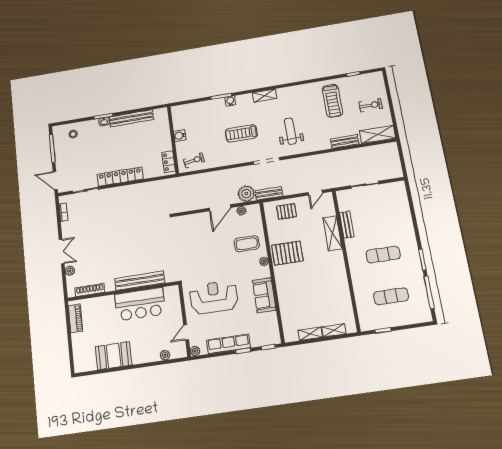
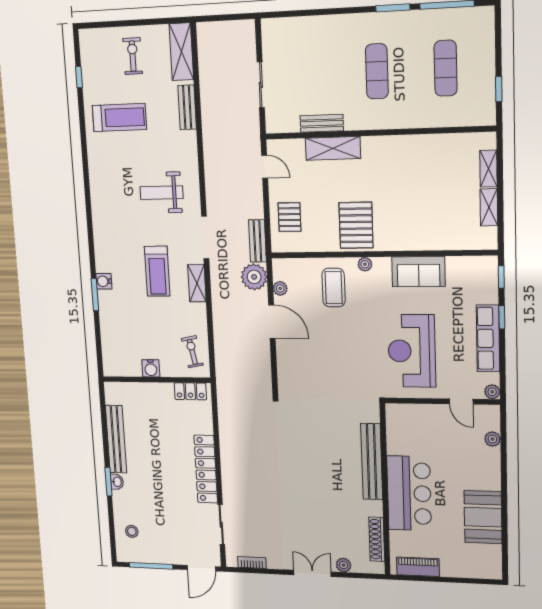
shelving: (265, 96) -> (197, 283), moved
bar counter: (140, 304) -> (409, 493), moved

